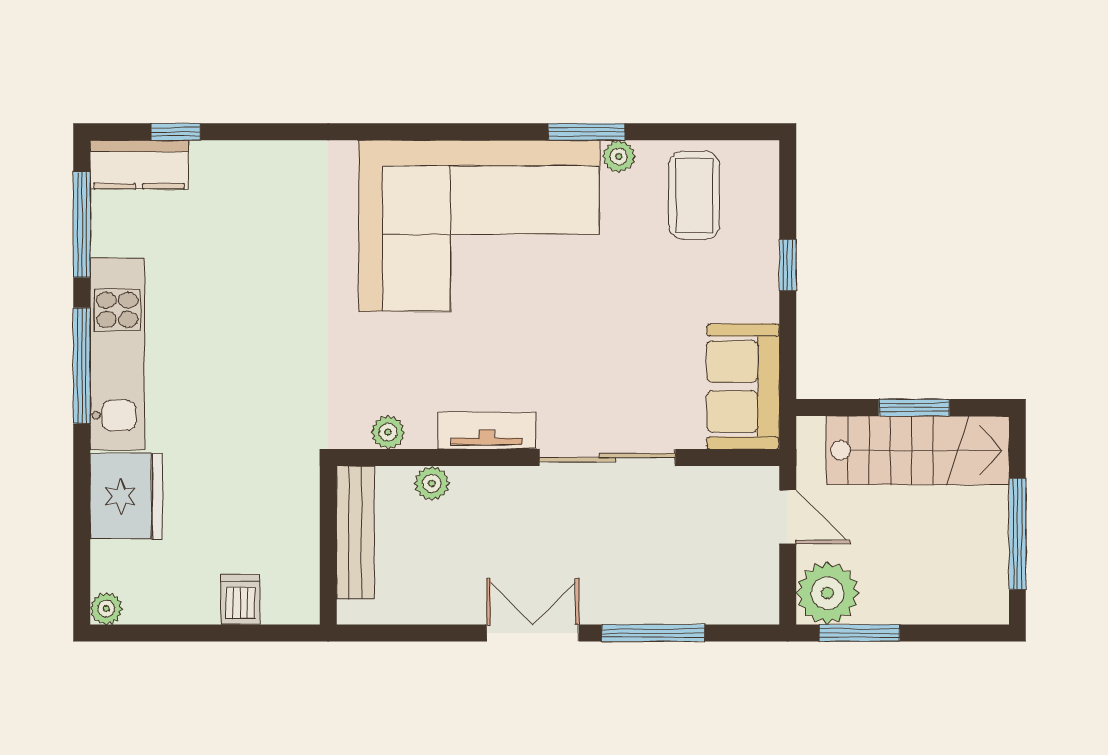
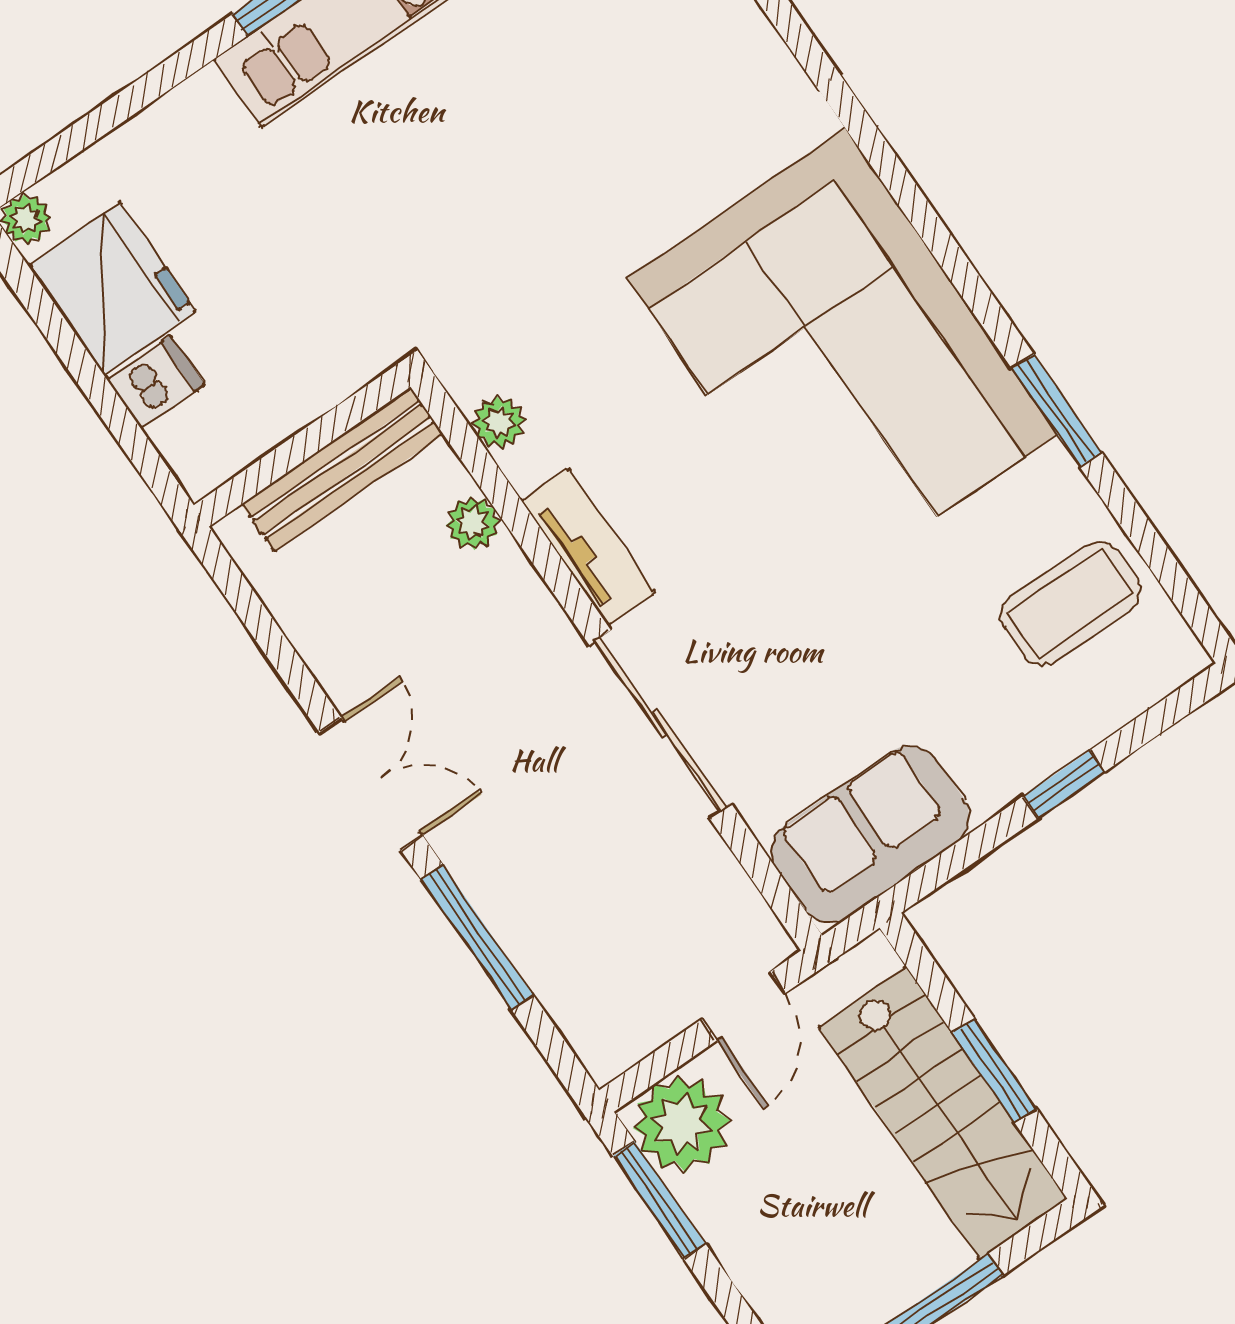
plant: (619, 156) -> (1054, 473), removed
fridge: (126, 496) -> (112, 288), moved, turned -90

